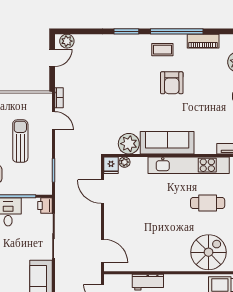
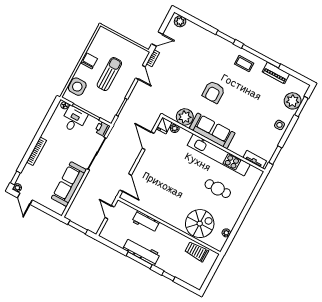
door: (52, 58) -> (157, 39), moved
armchair: (172, 83) -> (214, 92), moved

